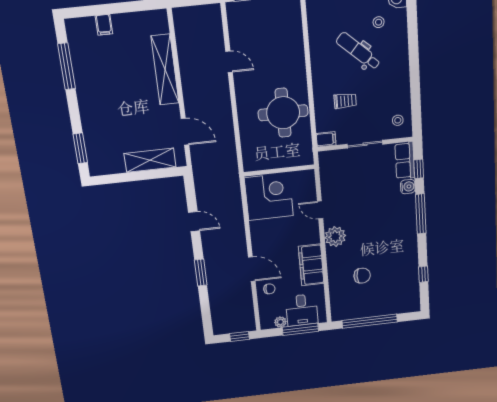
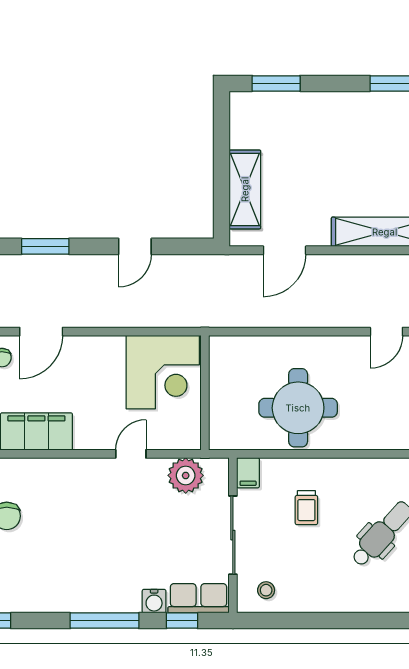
sliding door: (365, 144) -> (233, 535), width x1.37
plant: (335, 237) -> (186, 475), moved

